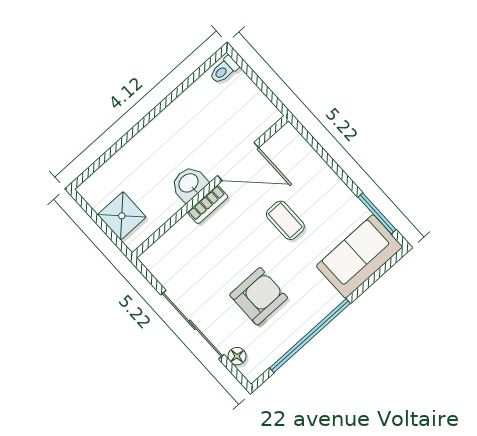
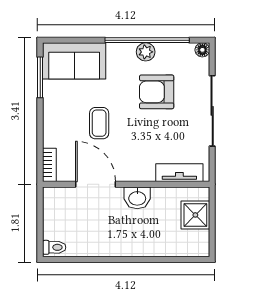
bookcase: (208, 205) -> (49, 165), moved, turned 90
tv unit: (171, 241) -> (179, 173), added
plant: (302, 324) -> (146, 52), added
floor lamp: (237, 356) -> (202, 50), moved

